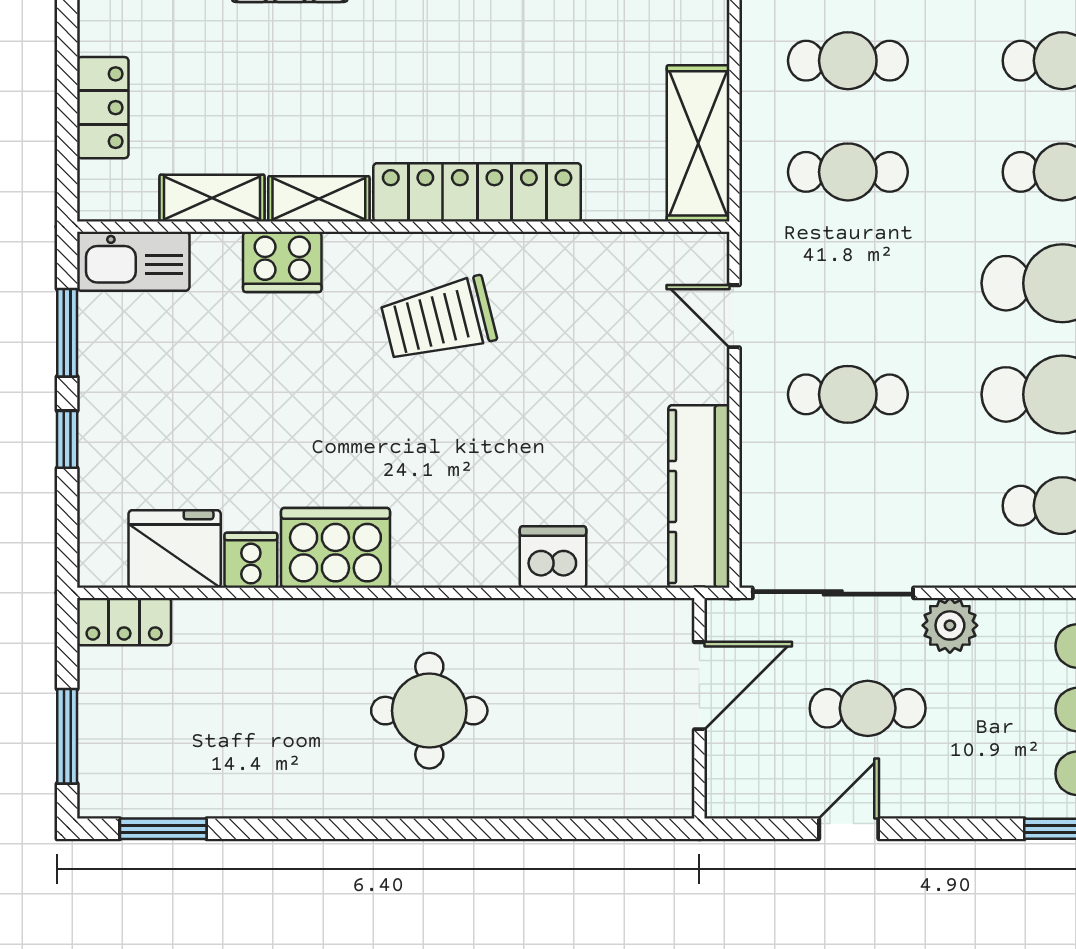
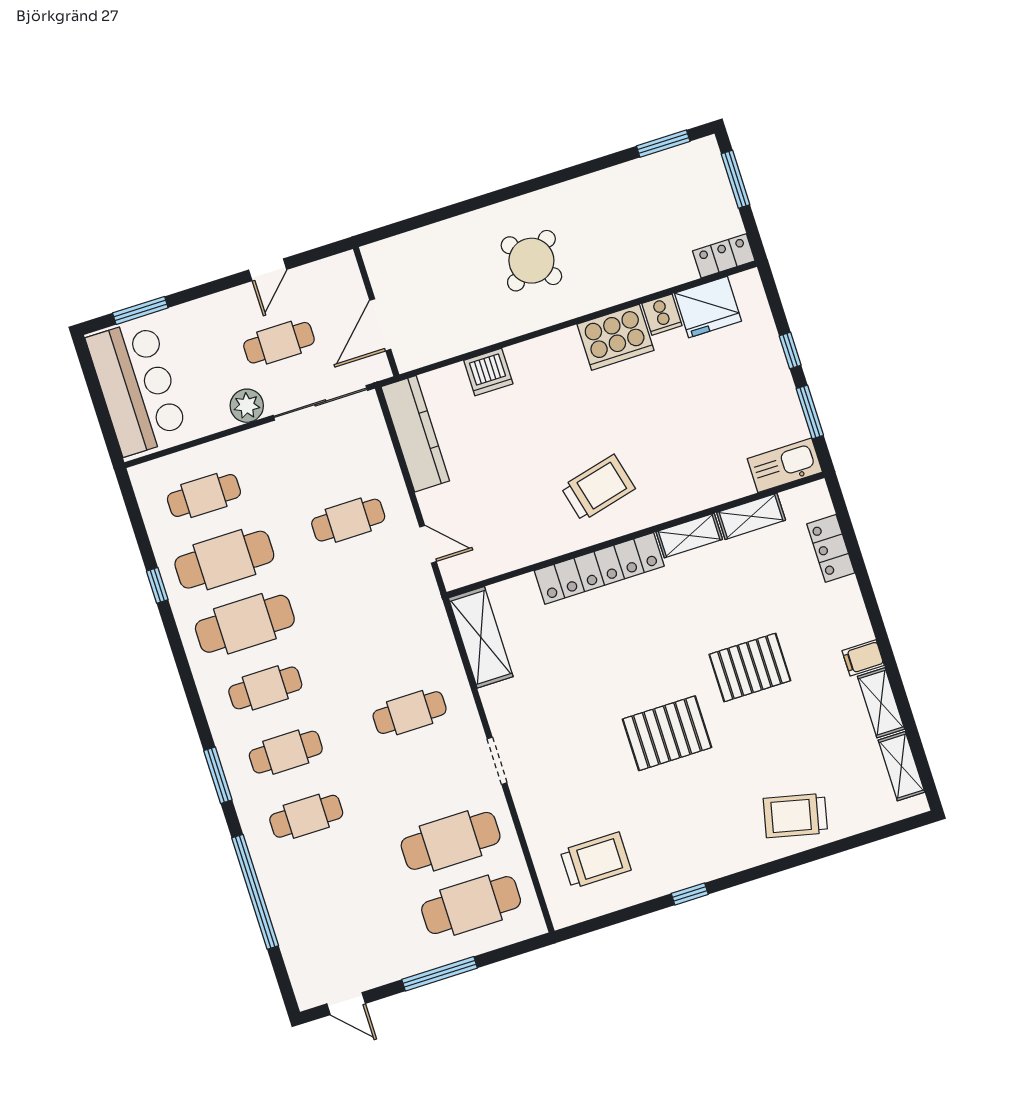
cafe table: (848, 172) -> (389, 648), removed
cooker: (282, 262) -> (699, 492), removed
round table: (429, 711) -> (531, 261), turned -37

